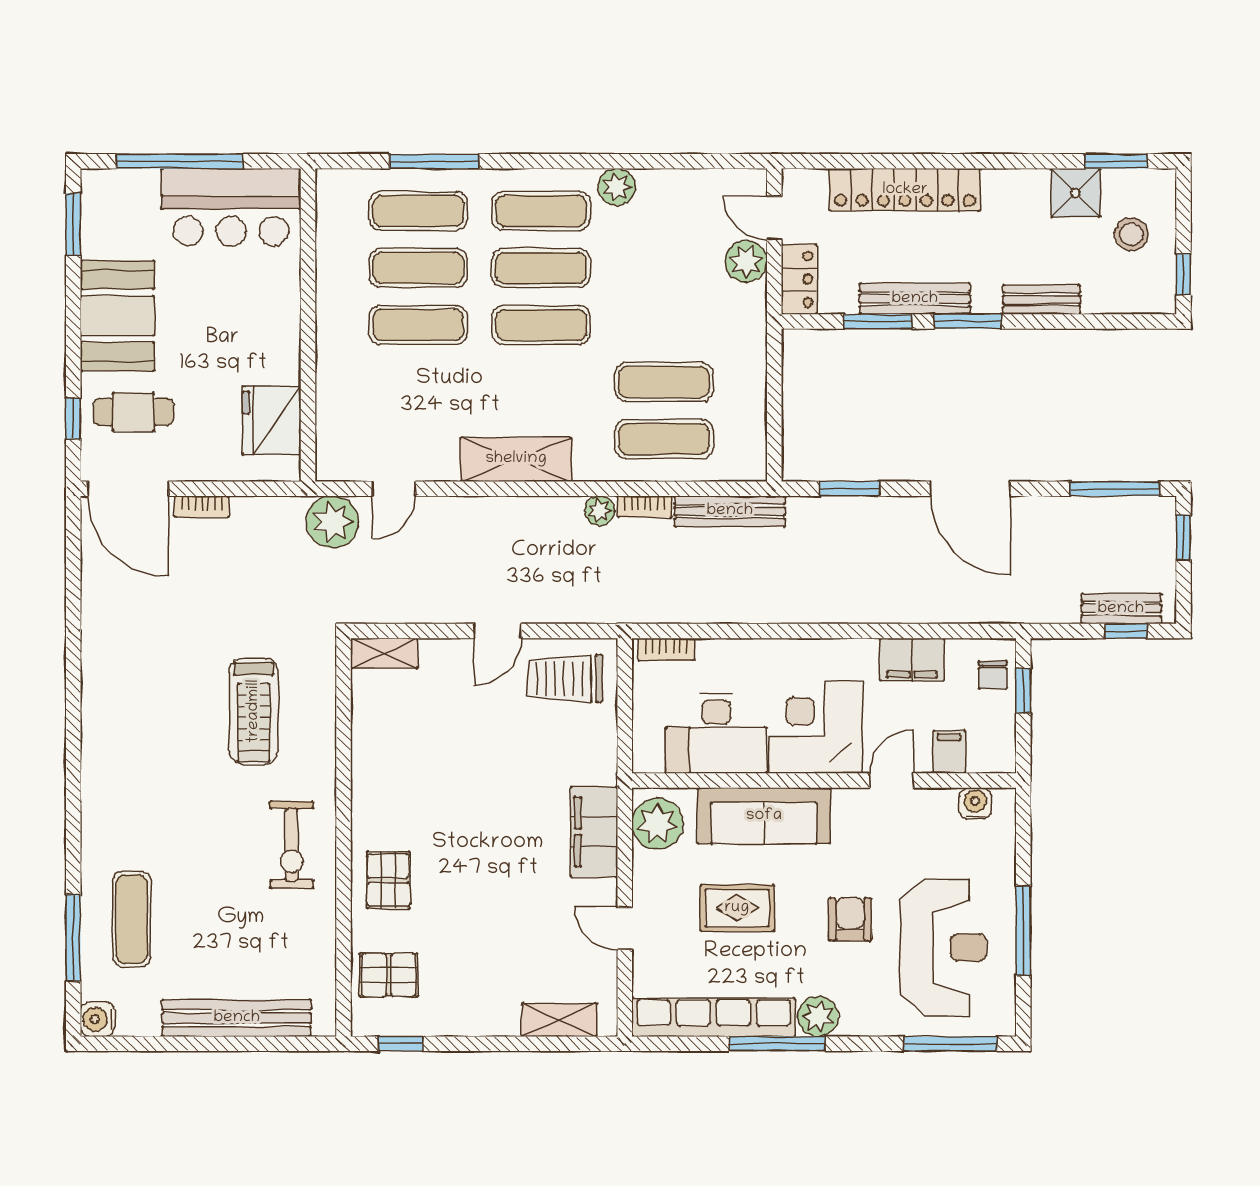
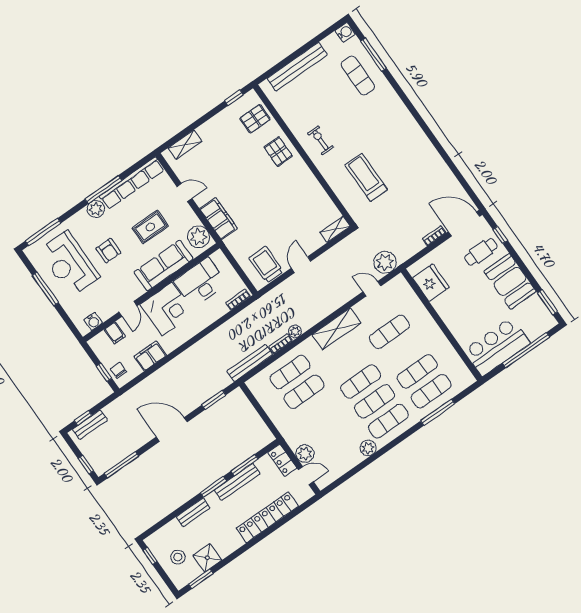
exercise mat: (418, 325) -> (389, 332), moved
door: (394, 489) -> (372, 289), hinge flipped
trolley: (565, 679) -> (266, 265), turned -90
exercise bike: (292, 845) -> (320, 140), width x0.73, depth x0.72

